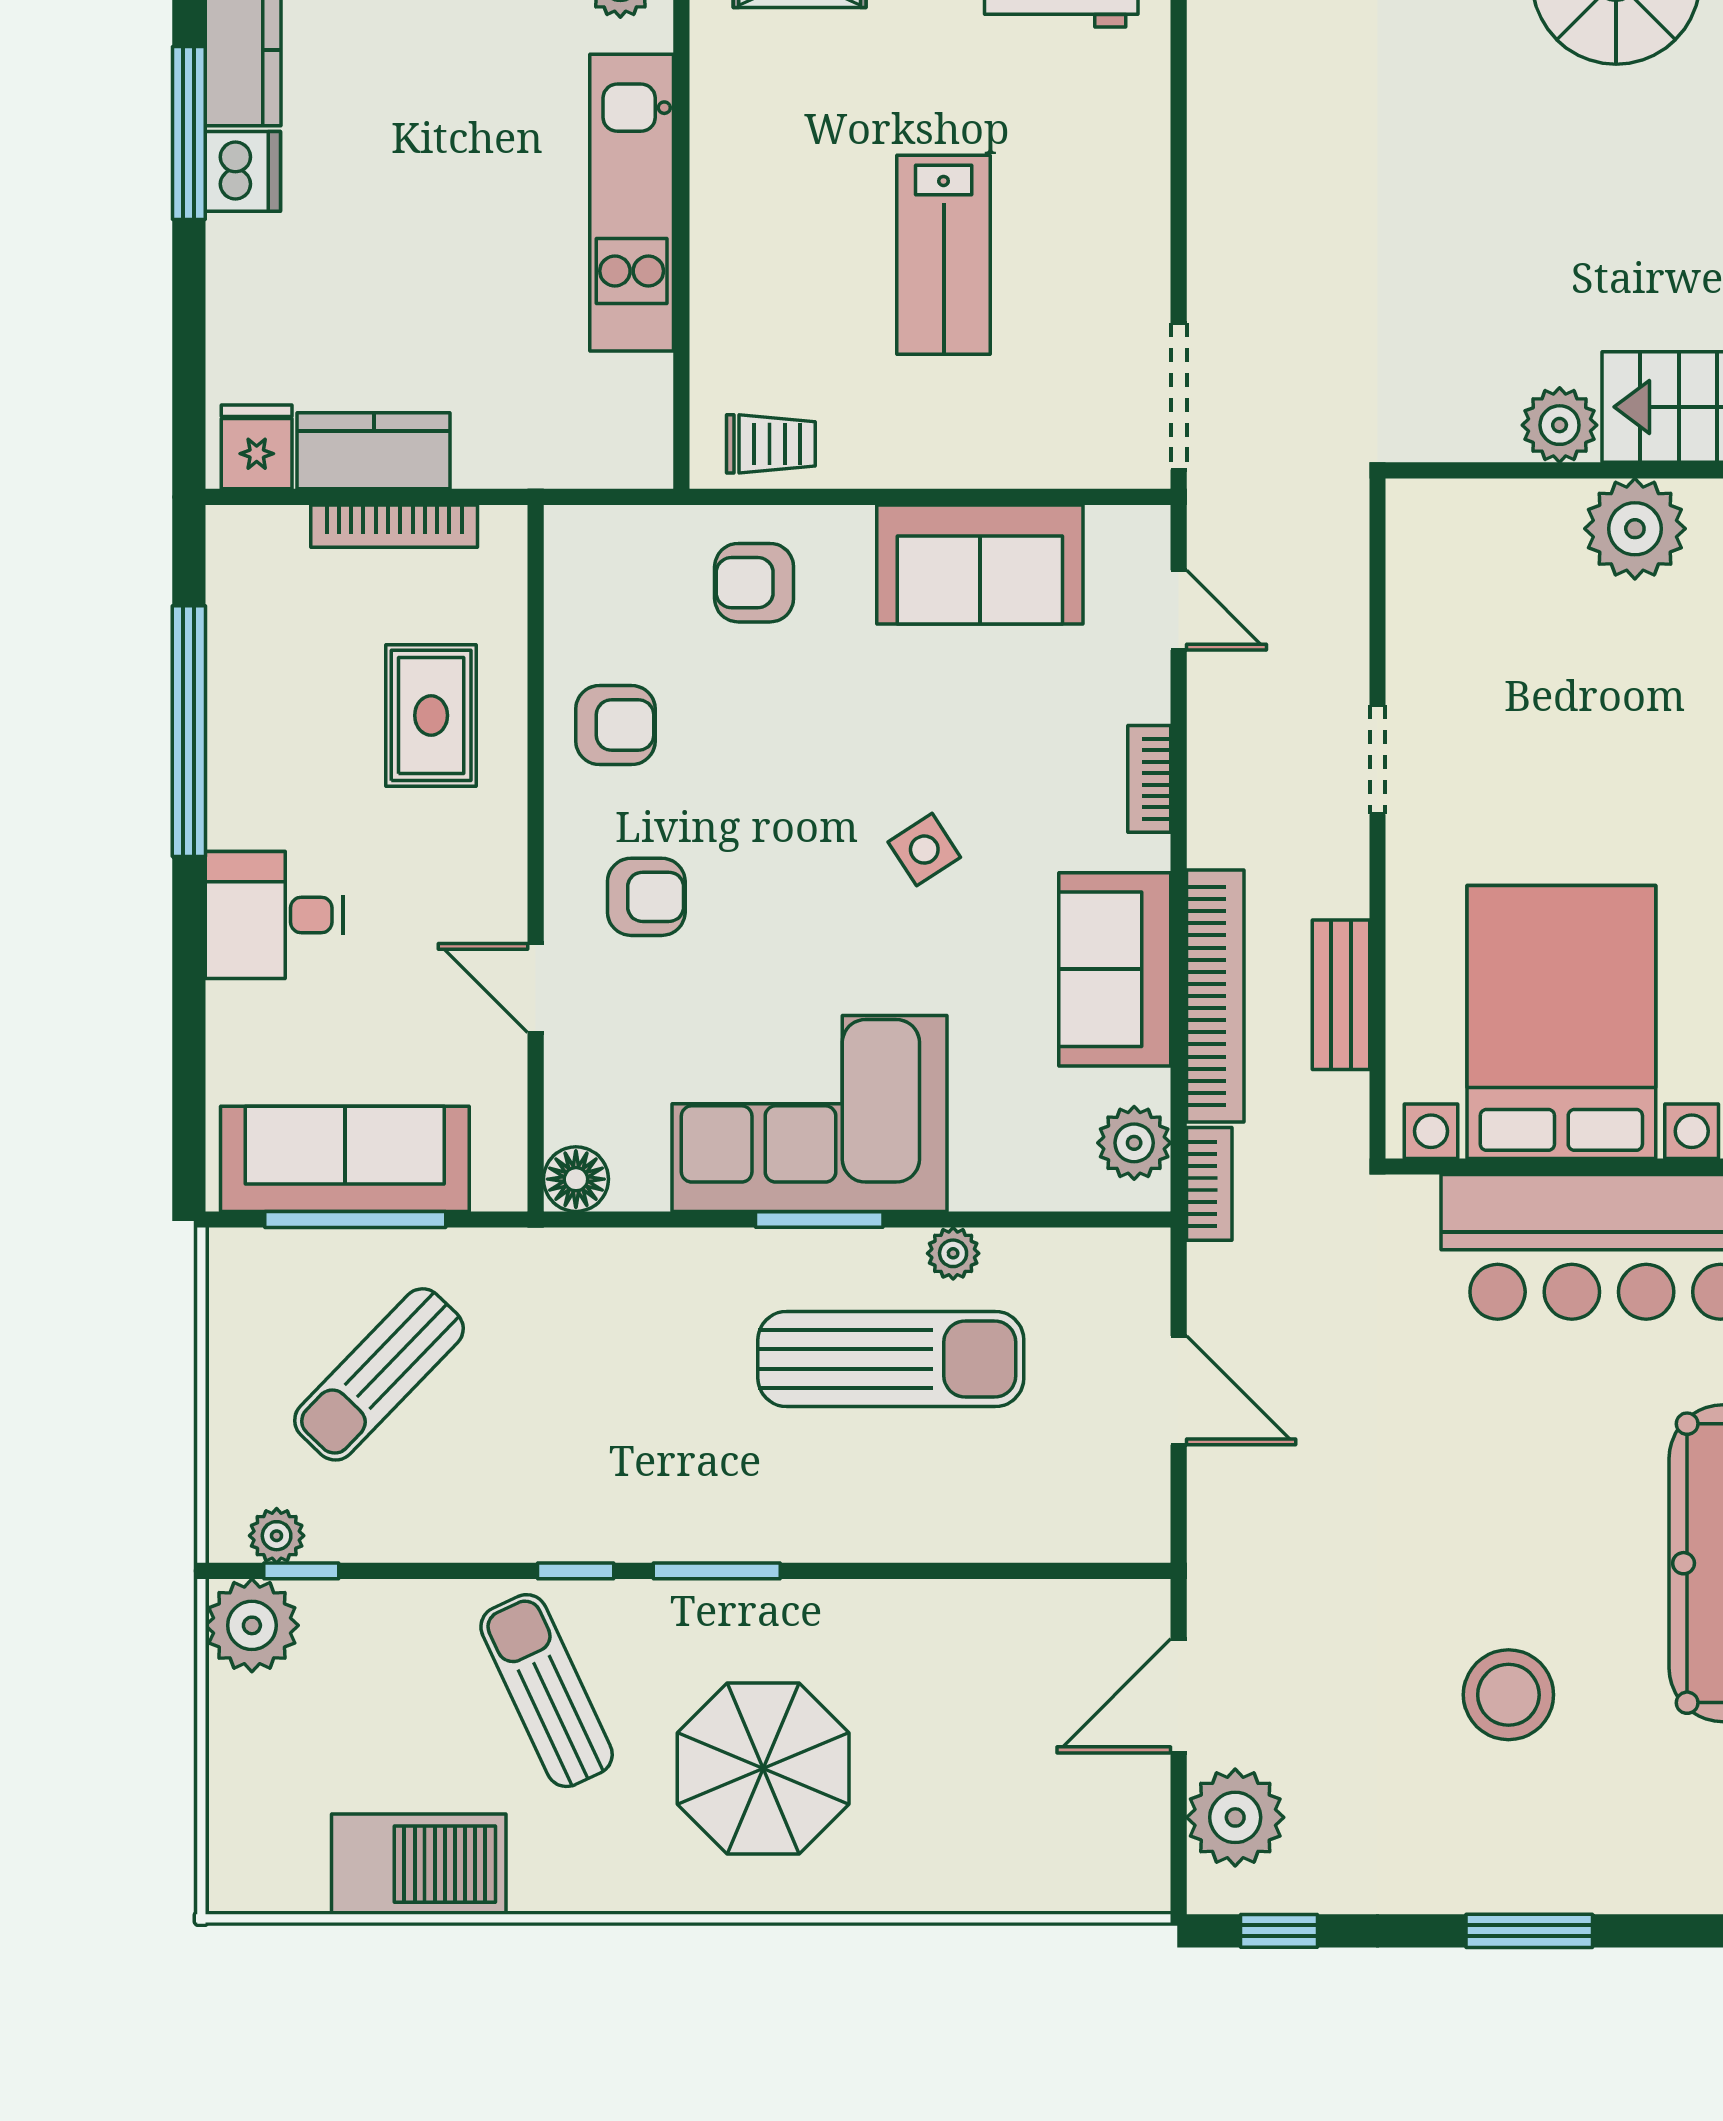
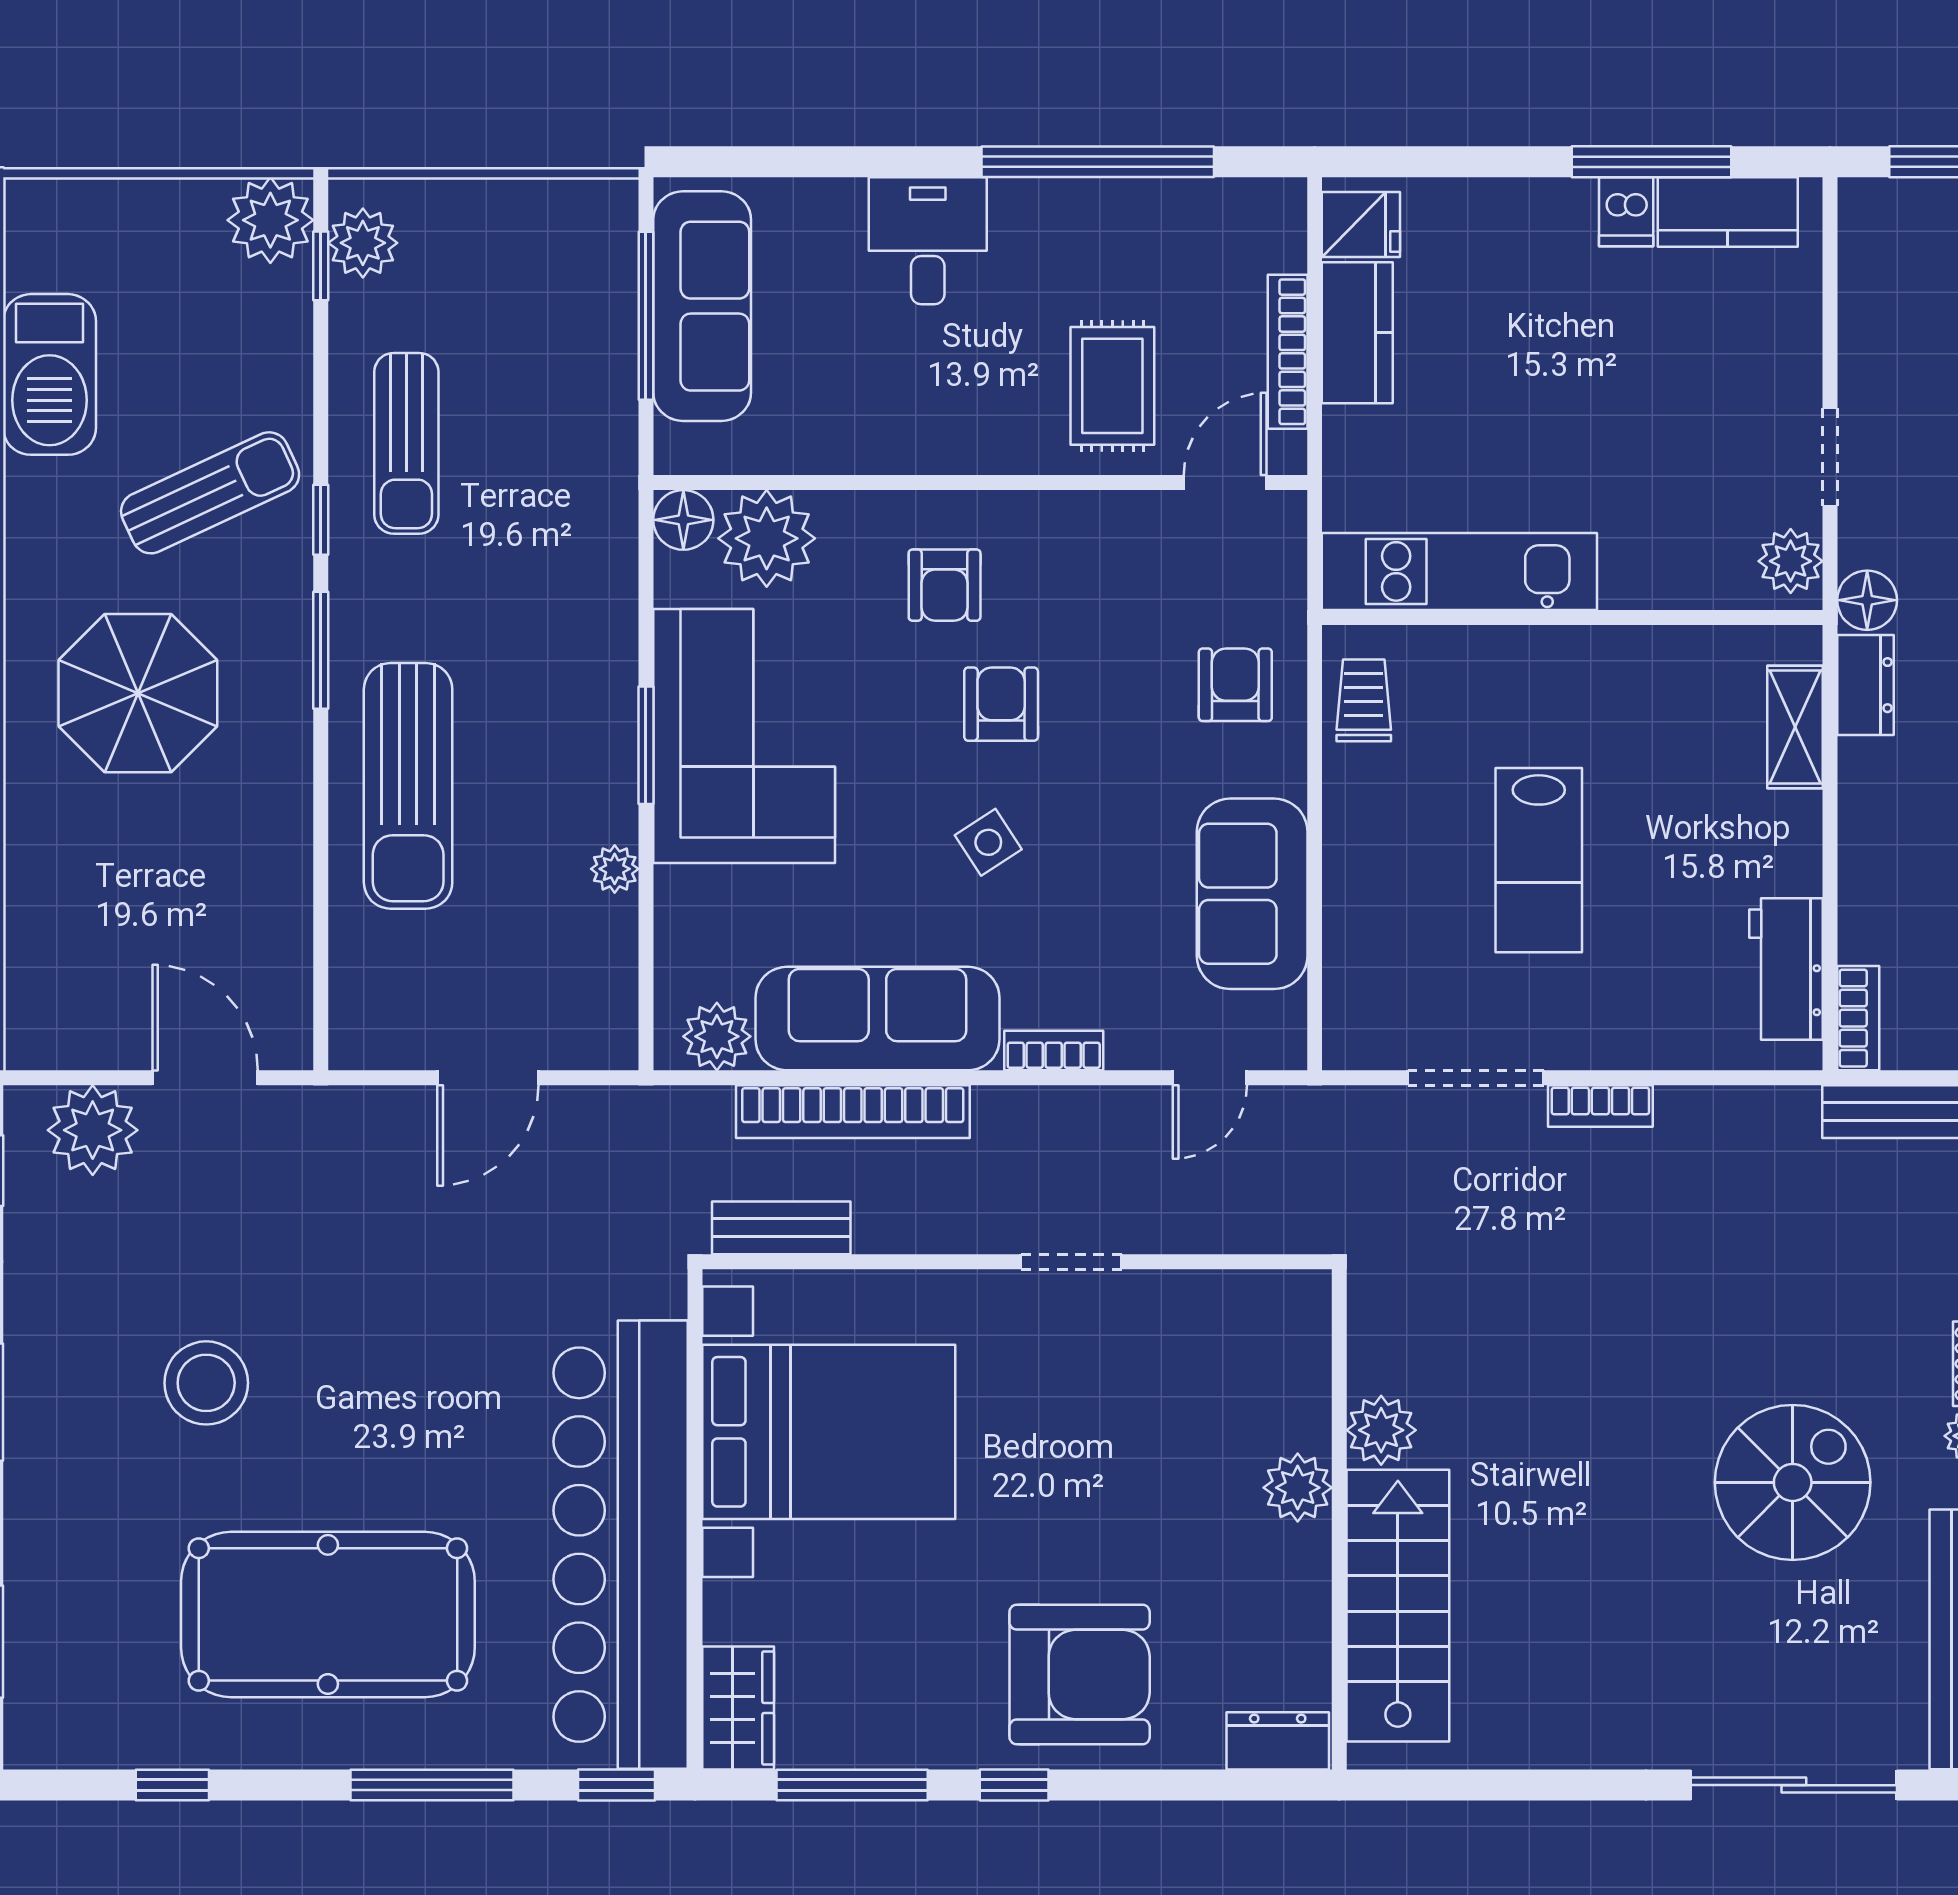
dishwasher: (243, 171) -> (1626, 212), width x0.73
kitchen unit: (632, 203) -> (1459, 571), moved
lab bench: (944, 255) -> (1539, 860), turned -90
doorway: (1179, 396) -> (1476, 1078), moved
trolley: (771, 444) -> (1364, 700), turned 180
plant: (1635, 529) -> (1298, 1488), width x0.73, depth x0.73
rug: (431, 715) -> (1112, 386), turned 90
armchair: (615, 725) -> (1001, 704), moved, turned 180
sofa: (1115, 969) -> (877, 1019), width x1.36
door: (536, 988) -> (1225, 483), moved
bench: (1341, 995) -> (781, 1228), moved
plant: (596, 1089) -> (767, 538), added
bookcase: (1209, 1184) -> (1600, 1106), moved
sun lounger: (891, 1359) -> (408, 786), moved
sun lounger: (379, 1374) -> (406, 443), moved, turned -134
plant: (277, 1536) -> (363, 243), width x1.38, depth x1.38

